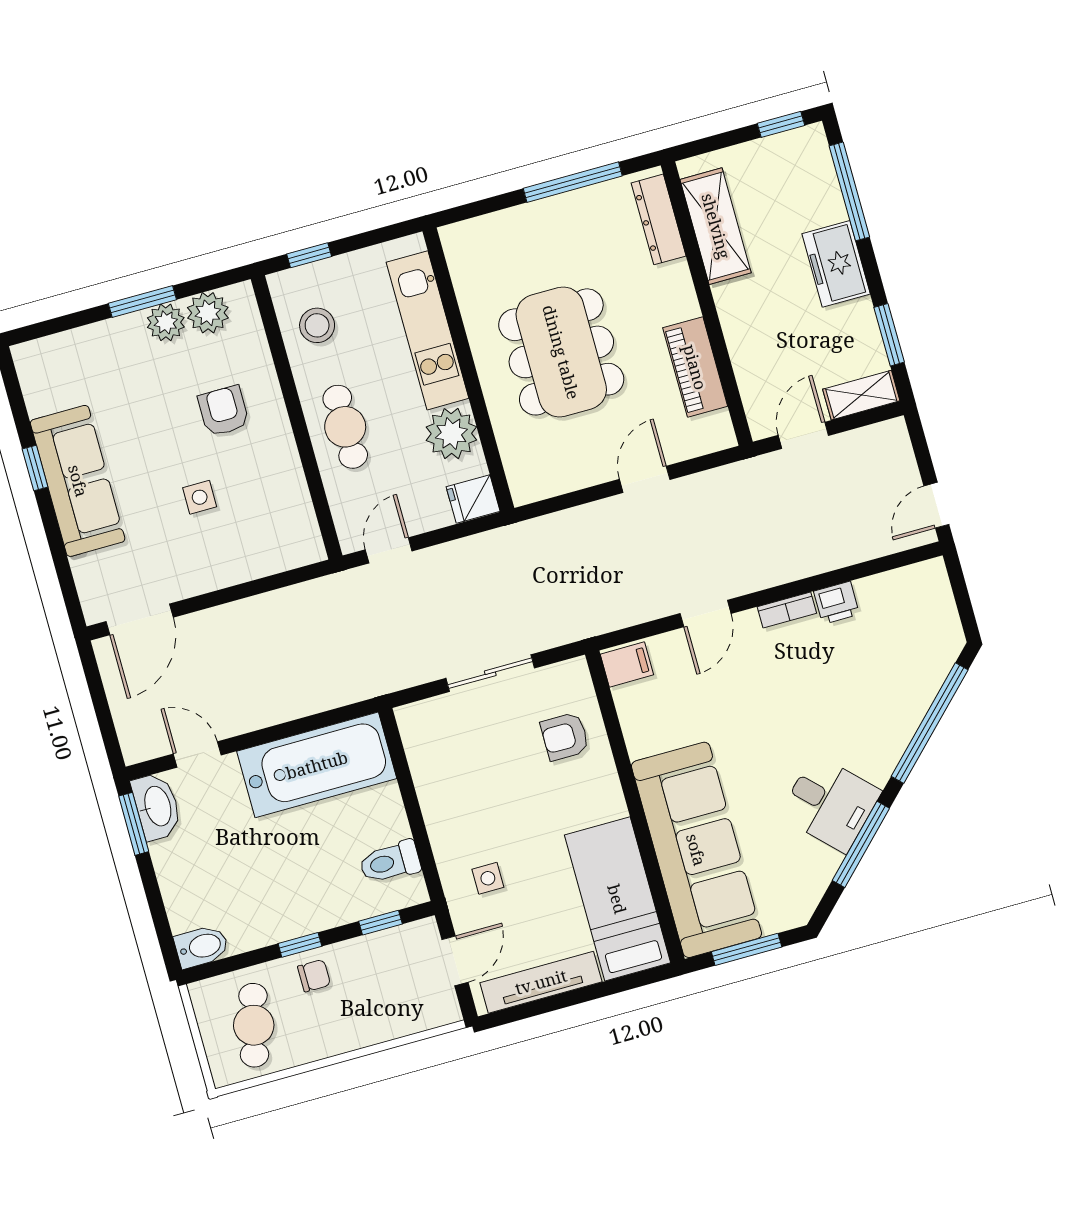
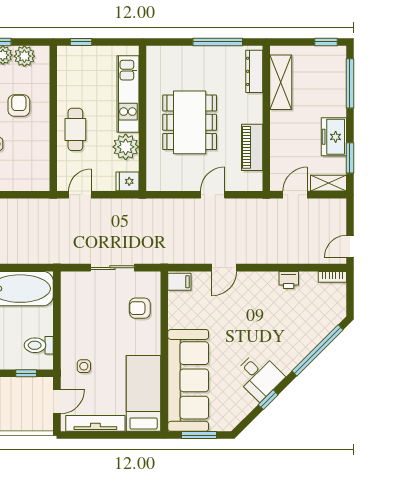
freezer: (836, 264) -> (334, 137), moved
stool: (317, 325) -> (75, 77), removed
bookcase: (787, 610) -> (332, 277), moved
window: (861, 844) -> (268, 400), width x0.46

